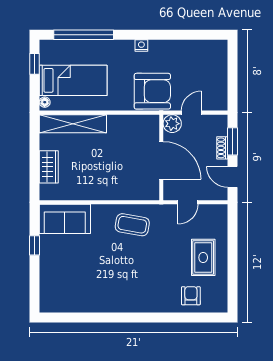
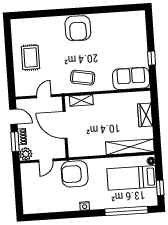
plant: (172, 124) -> (26, 154), moved
shelving: (136, 193) -> (81, 100), added
armchair: (191, 296) -> (78, 28), moved, width x1.88, depth x1.88

